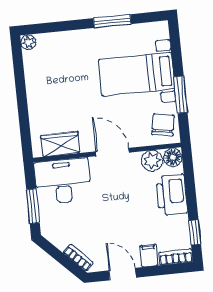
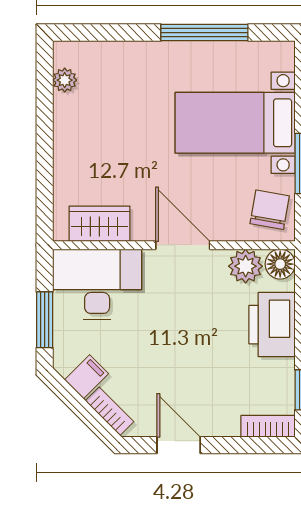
window: (112, 21) -> (204, 33), width x1.44
plant: (28, 42) -> (65, 80), moved
filing cabinet: (149, 255) -> (87, 377), moved, turned 45

